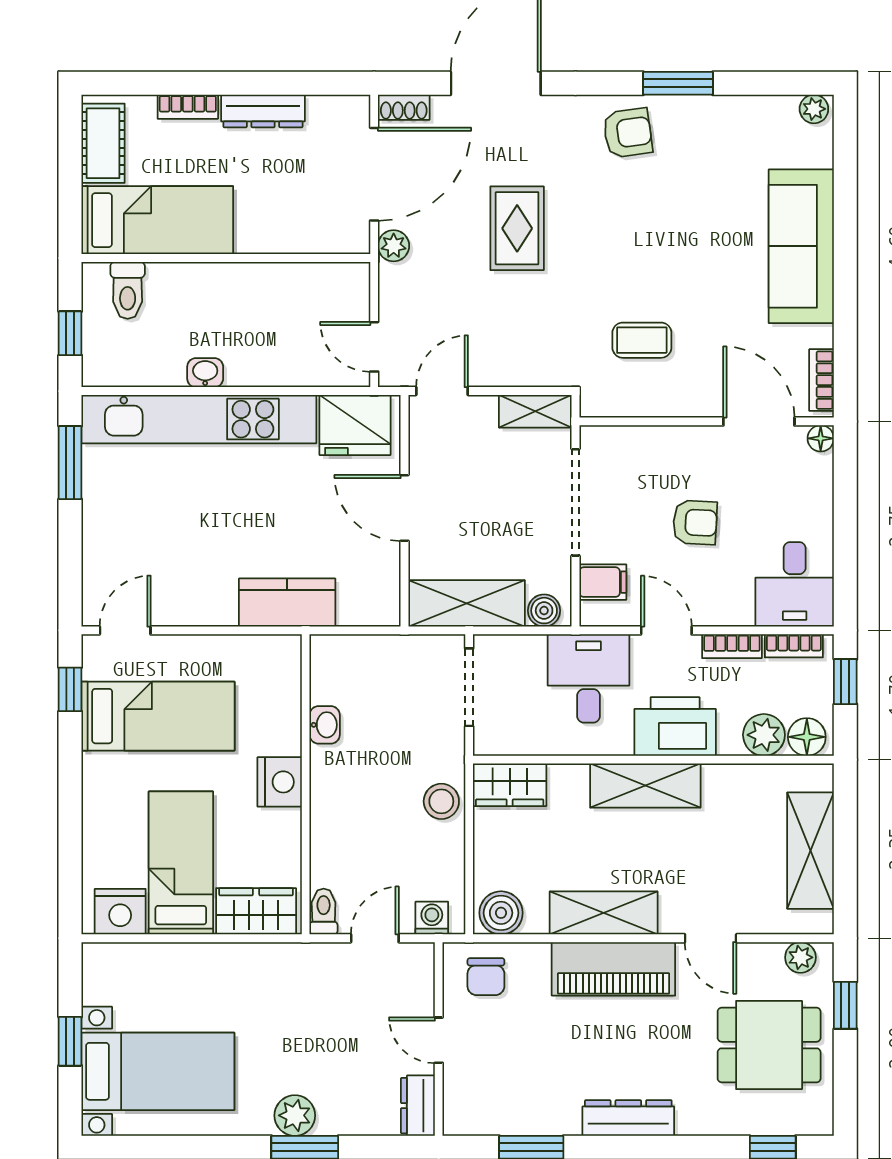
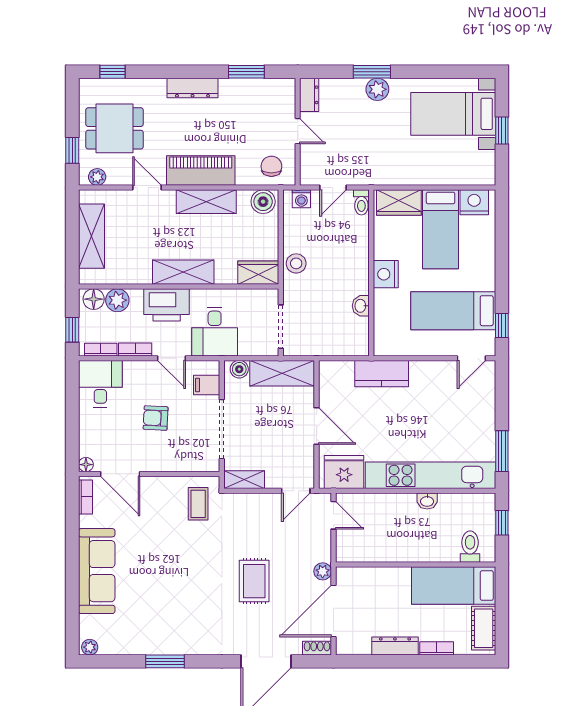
armchair: (628, 133) -> (193, 634), removed
coffee table: (642, 340) -> (198, 504), moved, turned 90

